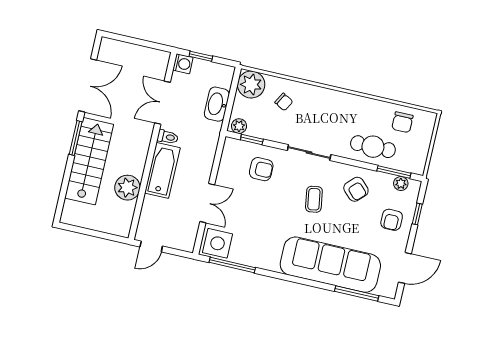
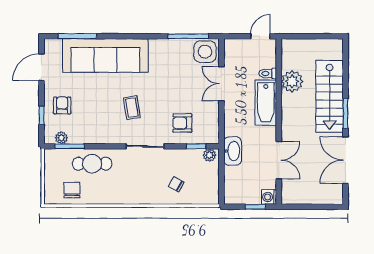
plant: (251, 85) -> (207, 193), removed
washbasin: (217, 104) -> (233, 151), moved
toilet: (168, 137) -> (268, 74), moved
armchair: (356, 189) -> (98, 124), removed

